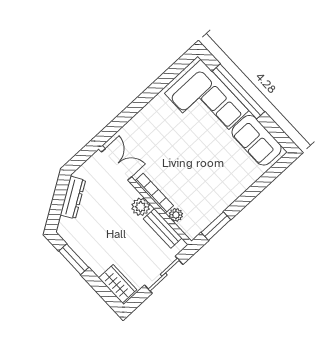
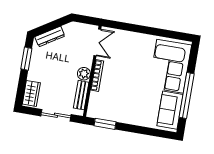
window: (238, 91) -> (187, 96), moved
dresser: (73, 198) -> (50, 36), moved
plant: (176, 215) -> (94, 97), removed

